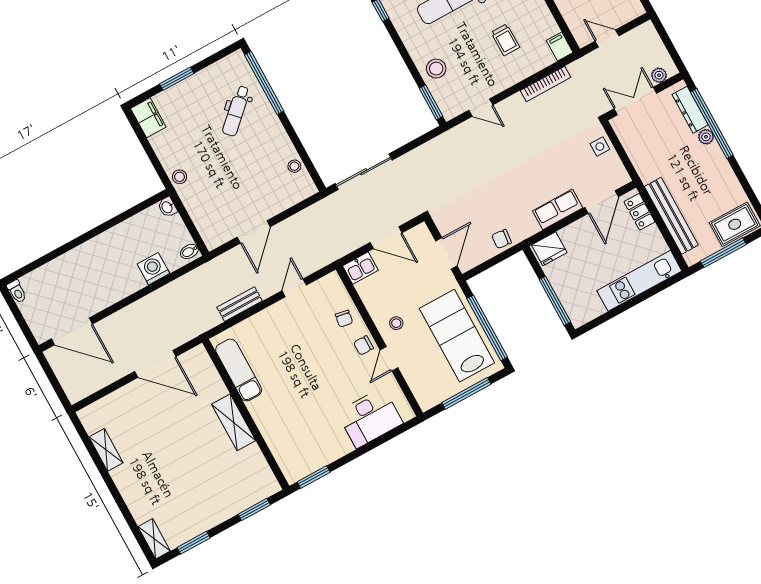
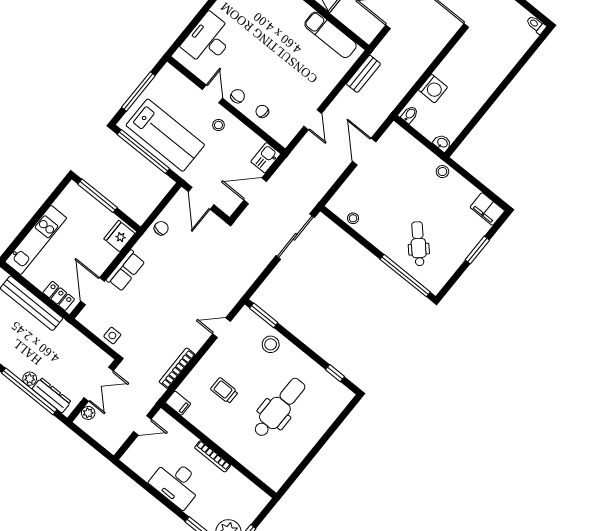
bench: (240, 304) -> (363, 74), moved

